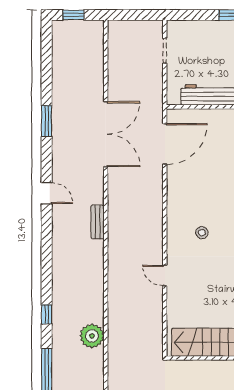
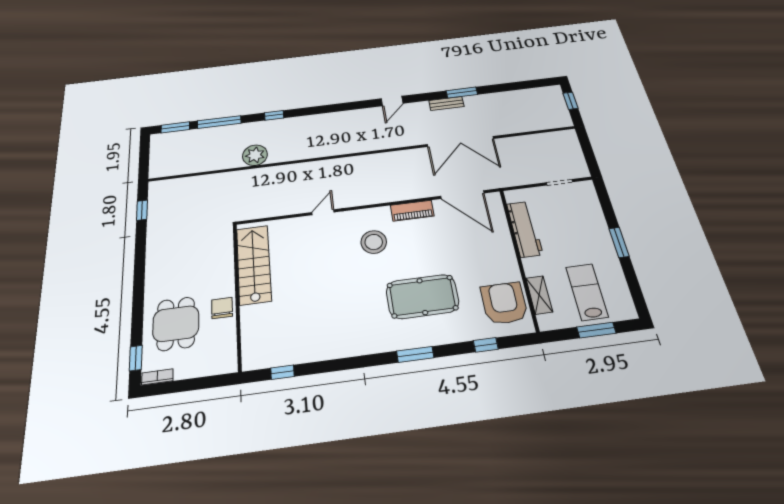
piano: (175, 193) -> (412, 211), added
bench: (98, 222) -> (446, 104), moved
stool: (202, 233) -> (374, 242), width x1.89, depth x1.89

